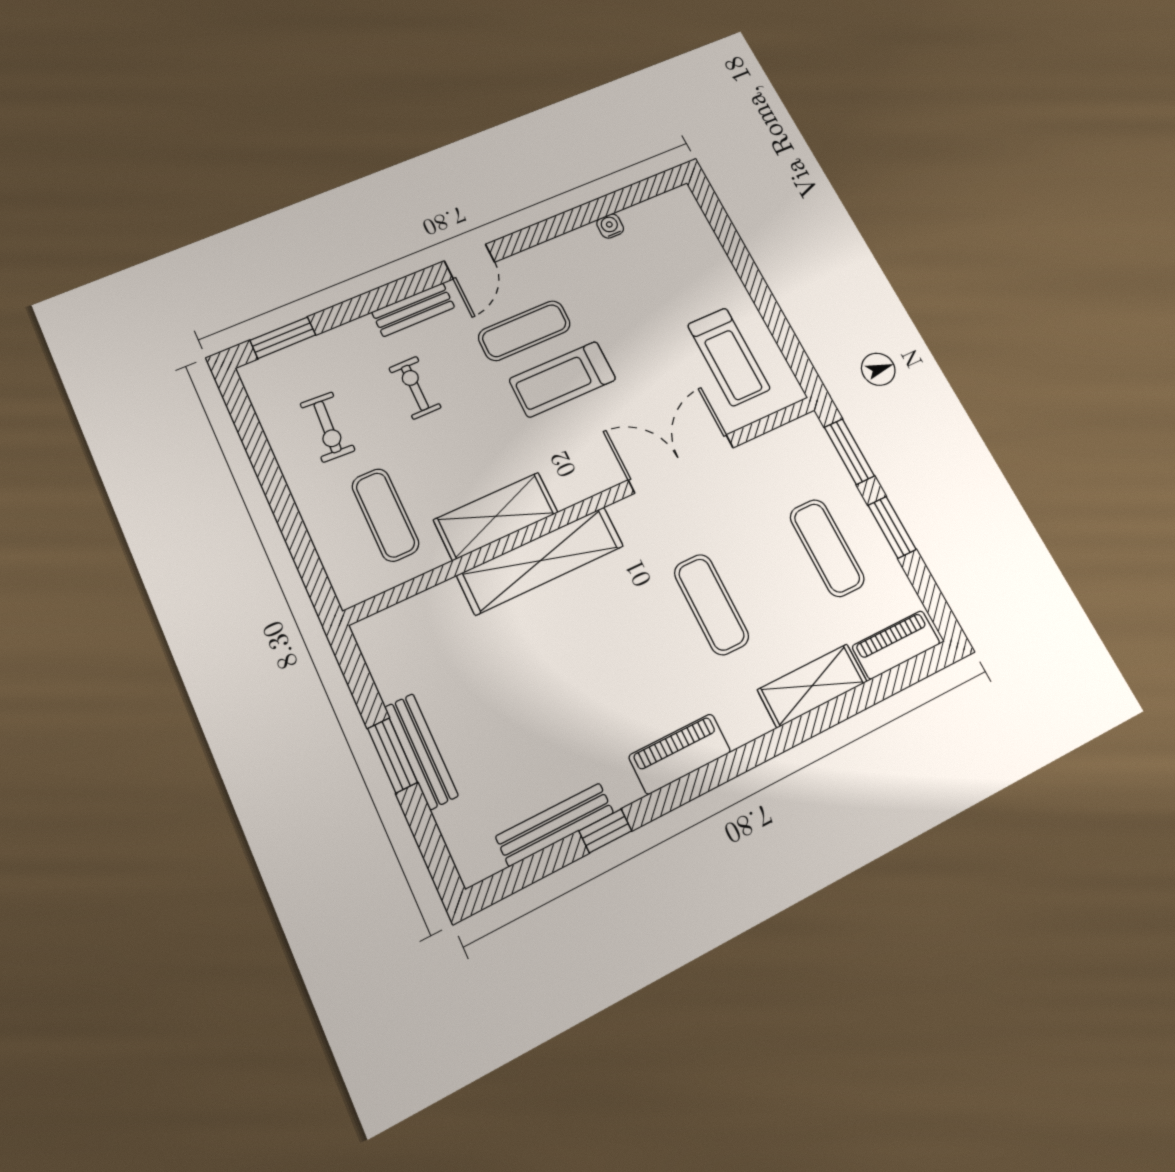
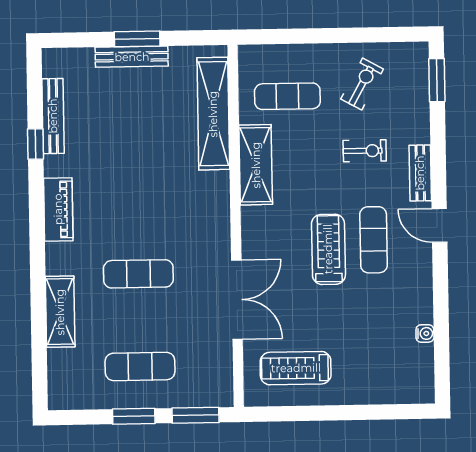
exercise bike: (328, 427) -> (362, 84), turned 116
shelving: (540, 561) -> (213, 114), moved
piano: (896, 645) -> (60, 378), removed

